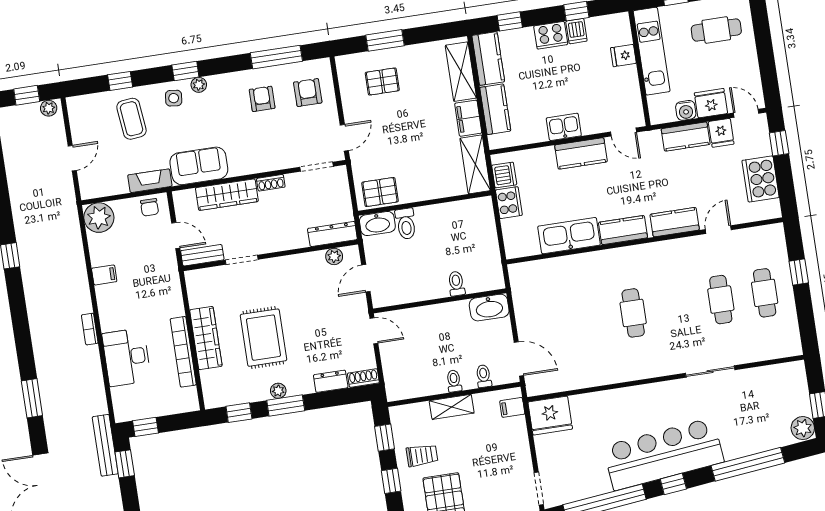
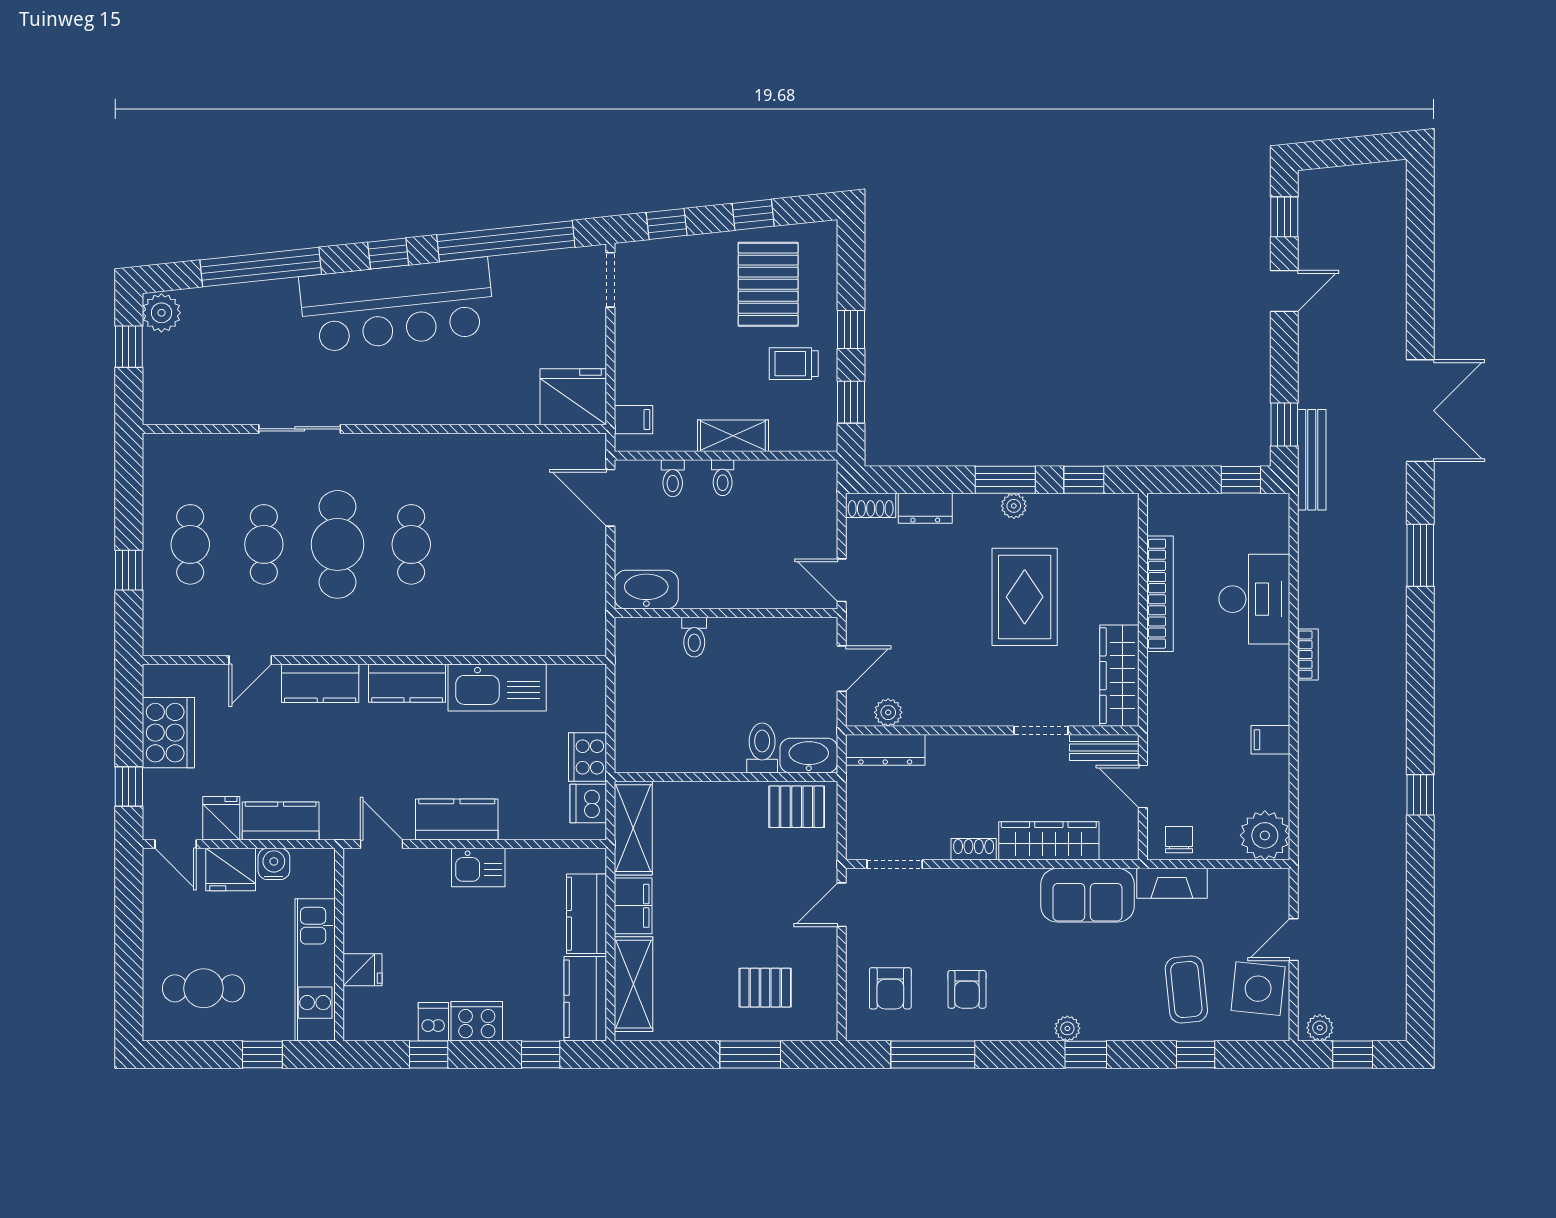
side table: (174, 98) -> (1258, 989), moved, width x1.87, depth x1.87
cafe table: (677, 306) -> (338, 544), added
wardrobe: (206, 338) -> (1119, 676), moved

